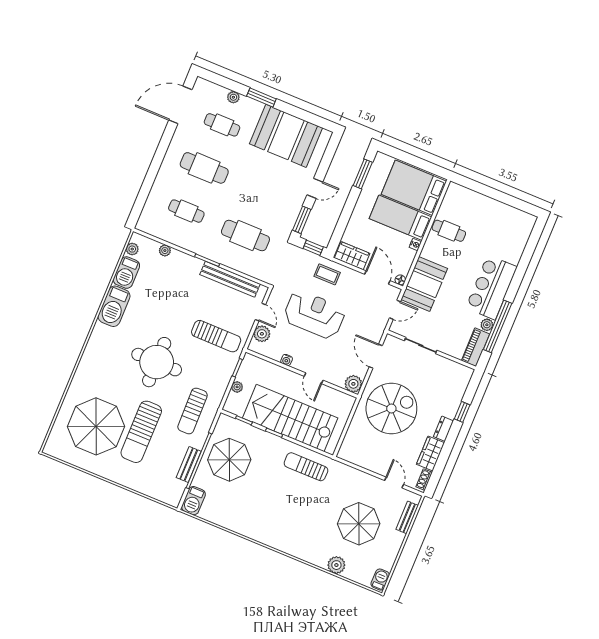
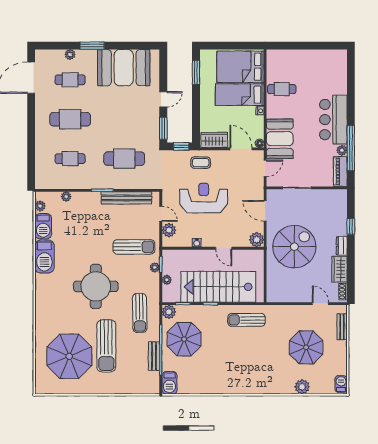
plant: (230, 368) -> (155, 267), added
plant: (225, 423) -> (169, 312), added

